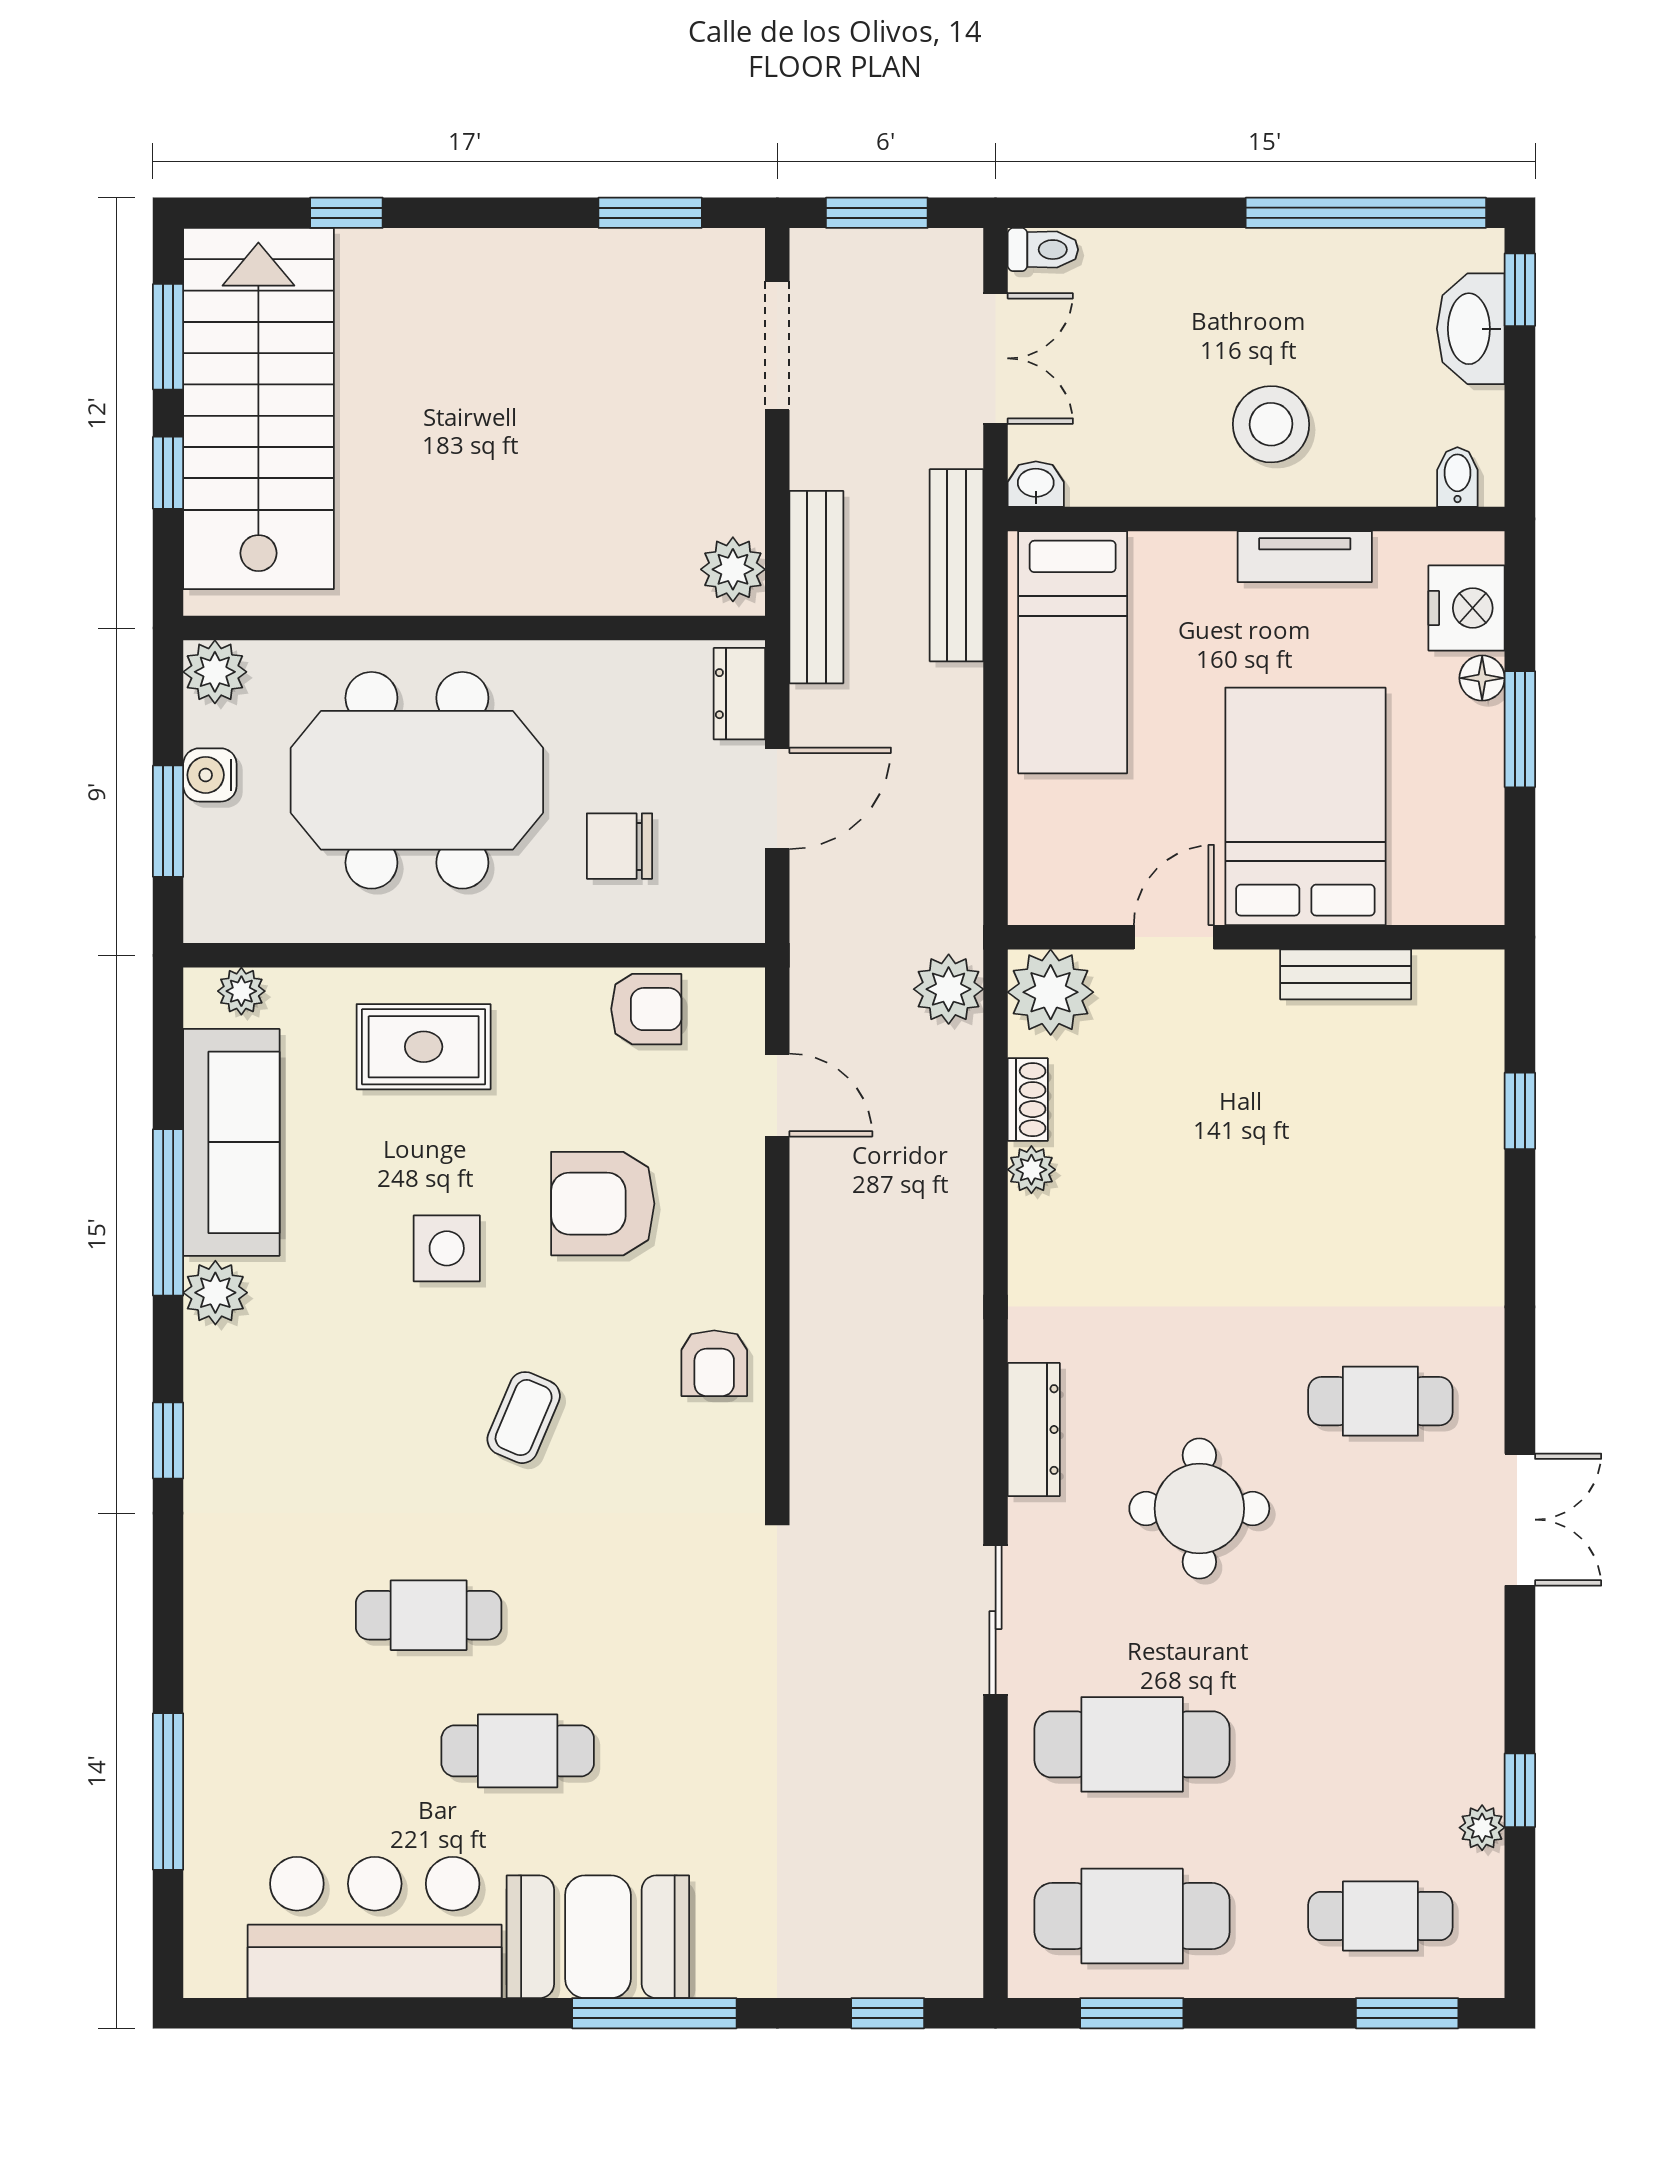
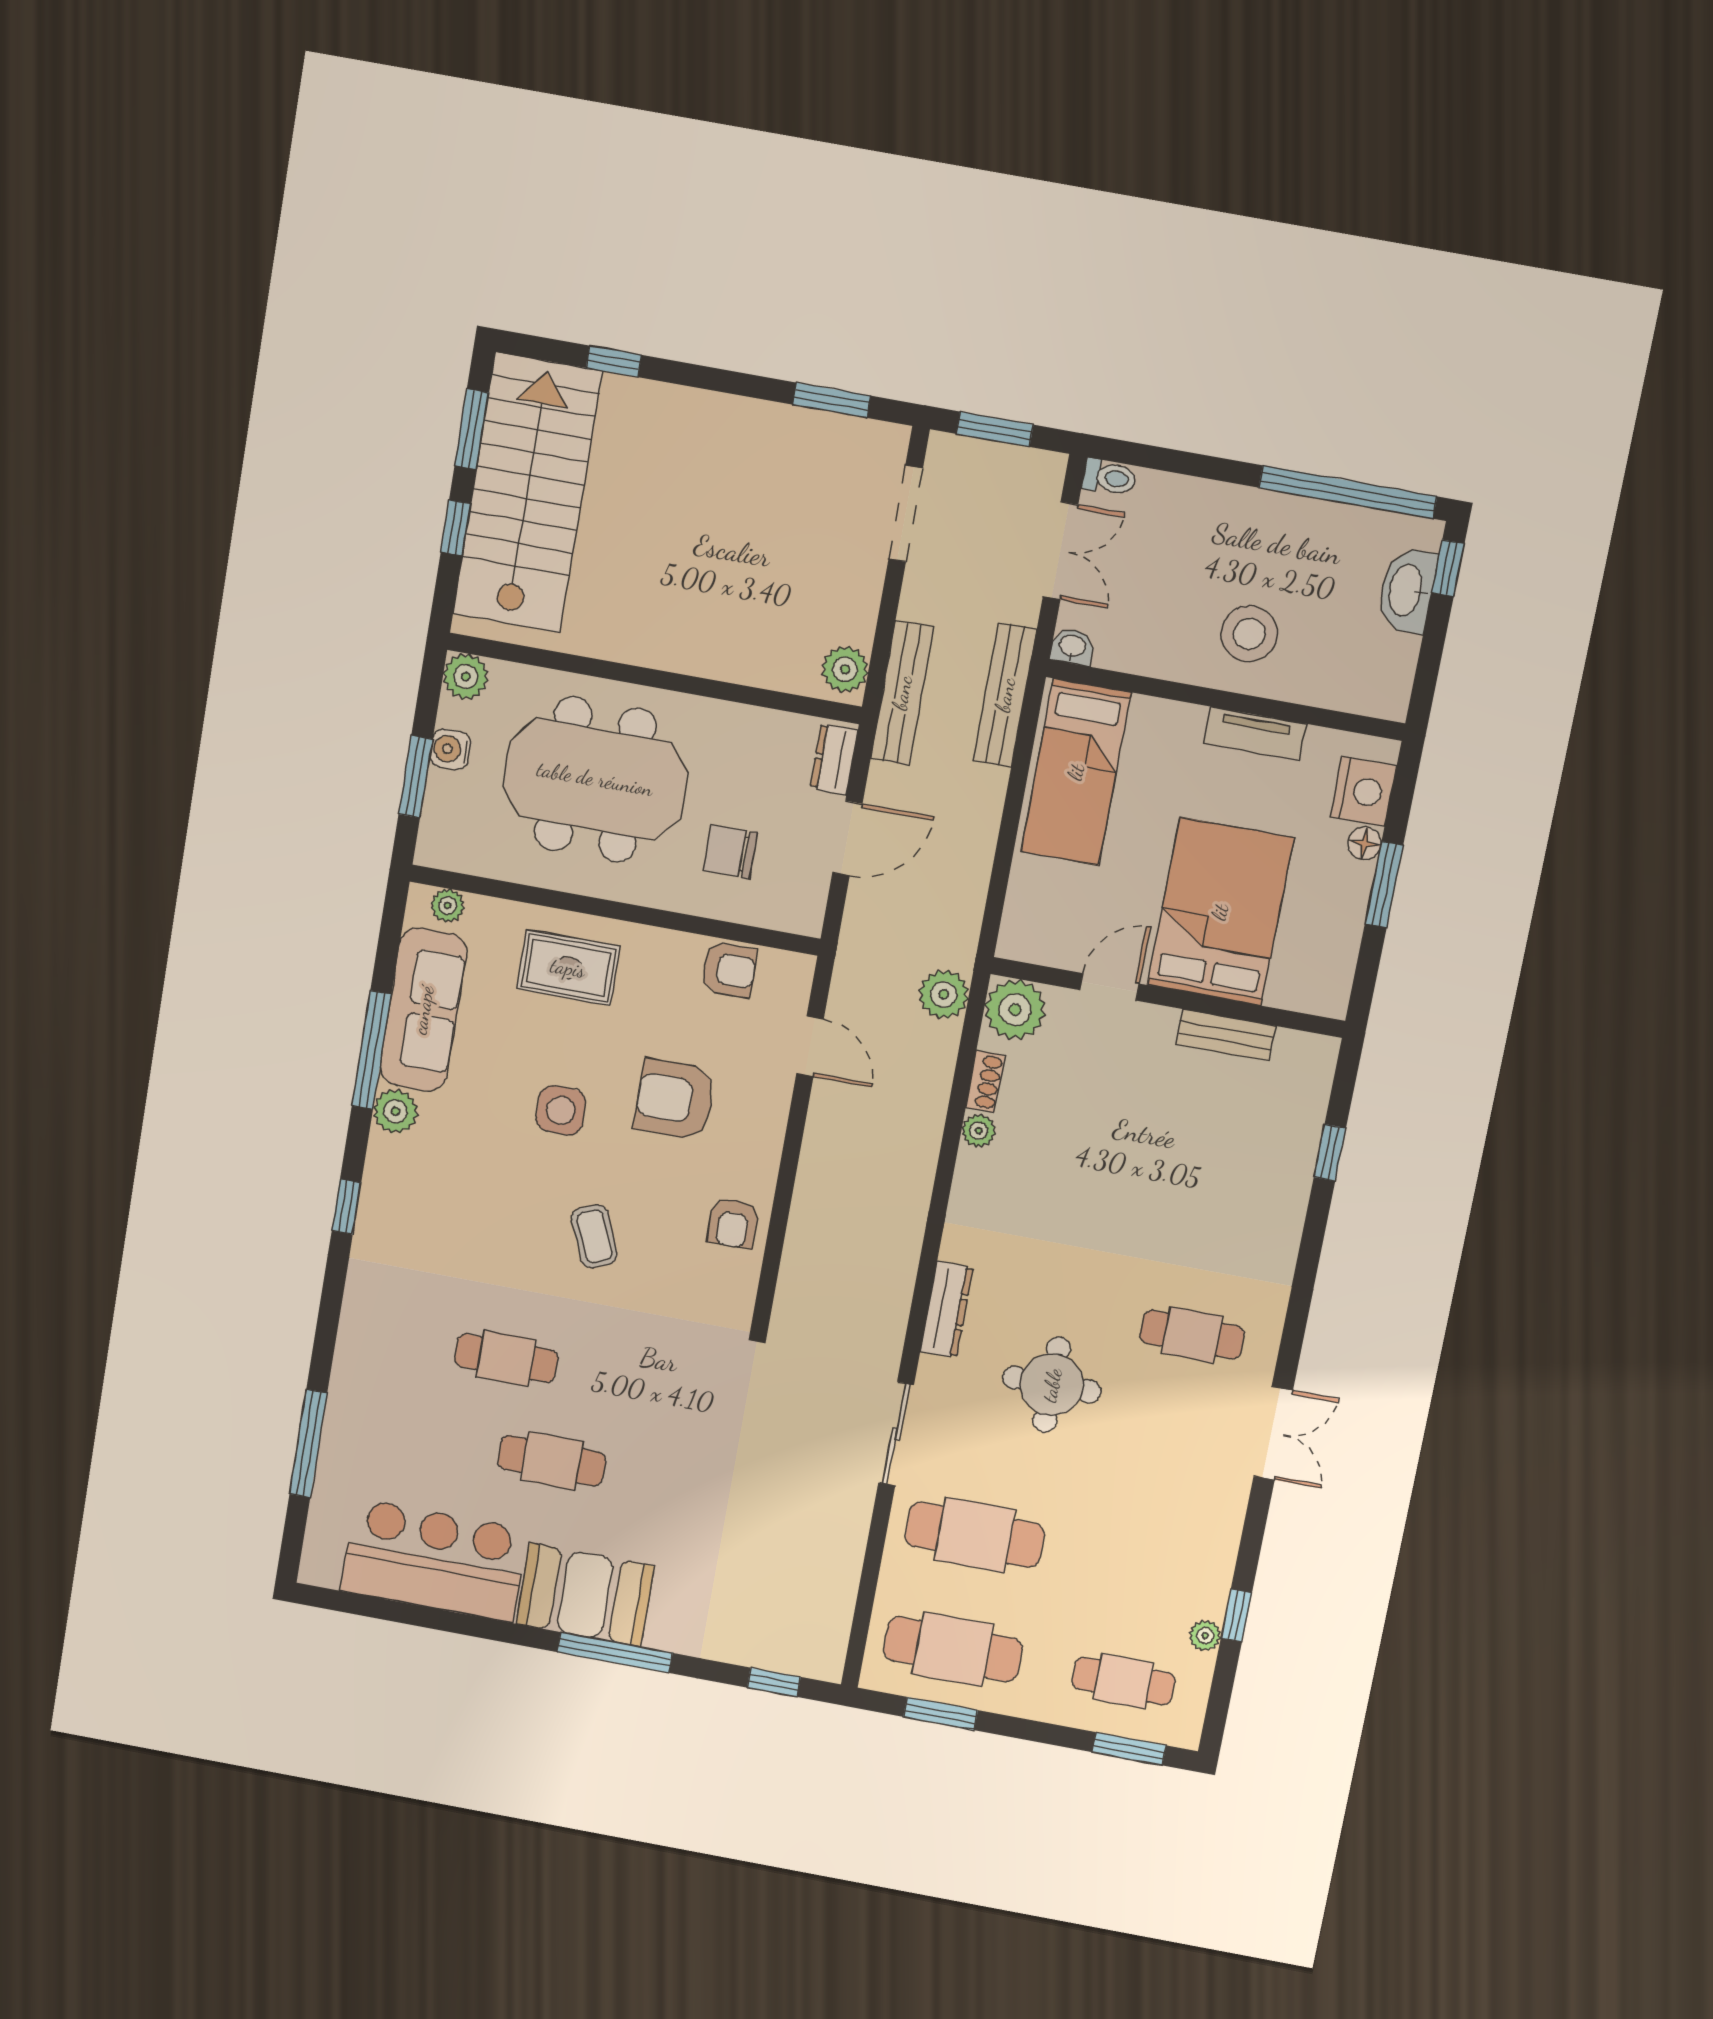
bidet: (1457, 477) -> (1376, 696), removed
coffee table: (524, 1418) -> (594, 1236), turned -46

